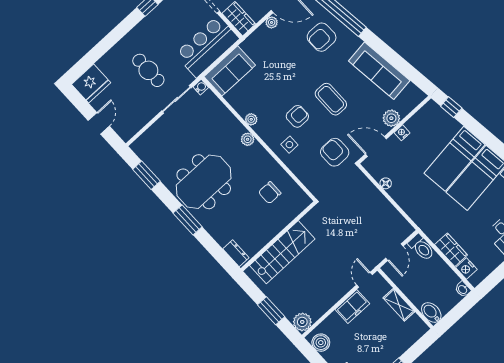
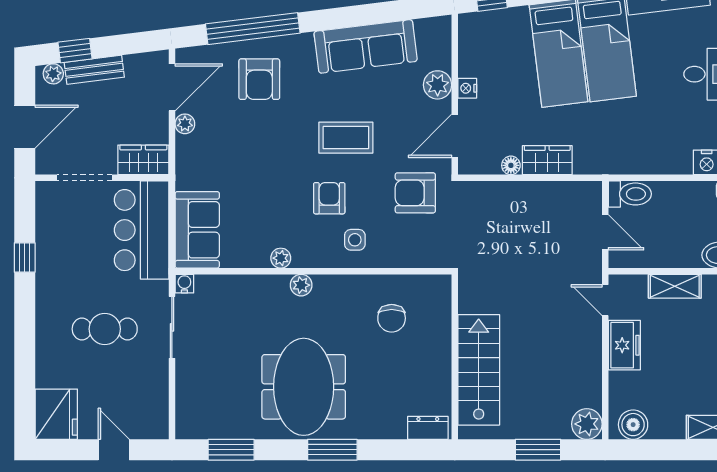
wardrobe: (451, 250) -> (547, 160), moved

